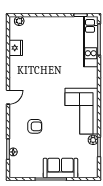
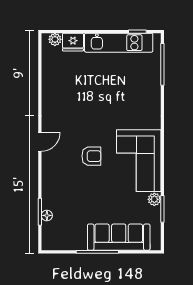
kitchen unit: (91, 42) -> (119, 43), moved, turned -90
fridge: (16, 48) -> (73, 42), moved, turned 90
armchair: (35, 126) -> (91, 156), moved
sofa: (60, 168) -> (119, 237), width x1.36

